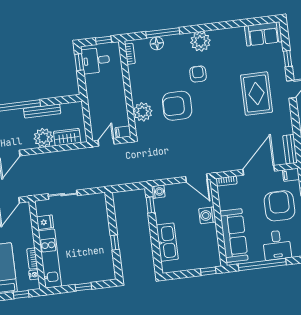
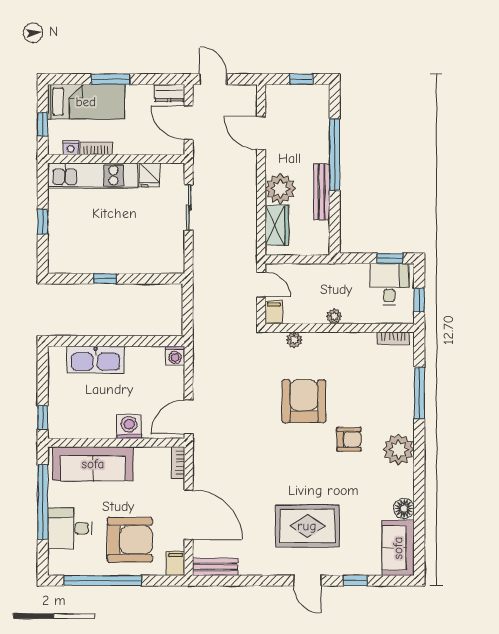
floor lamp: (157, 43) -> (404, 509), moved
plant: (121, 93) -> (334, 316), added
plant: (143, 112) -> (294, 340), width x0.53, depth x0.53
window: (150, 205) -> (156, 341), removed

